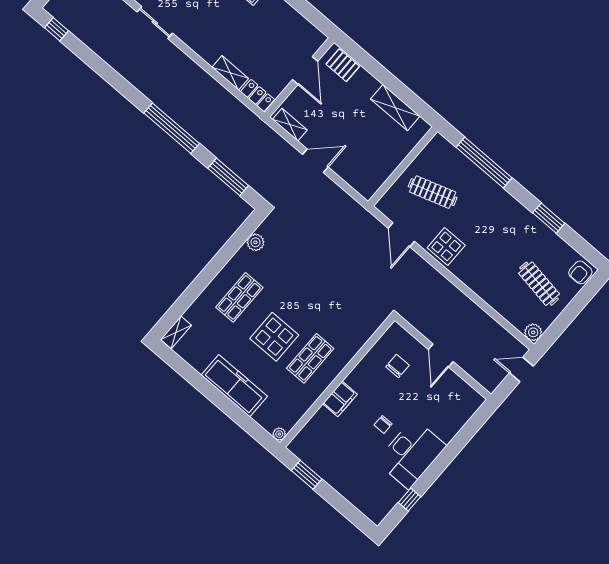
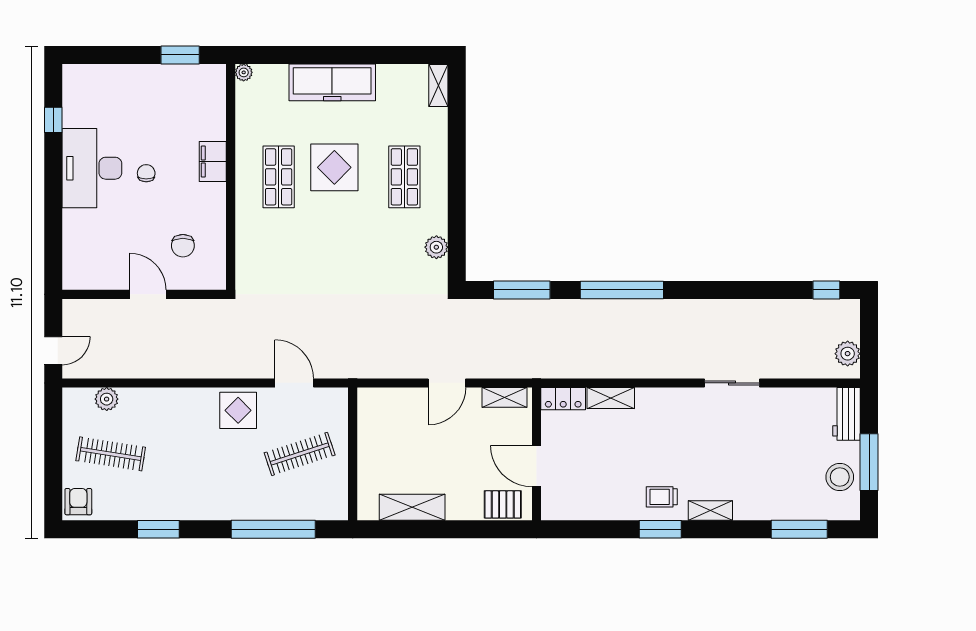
plant: (533, 332) -> (107, 399), moved

